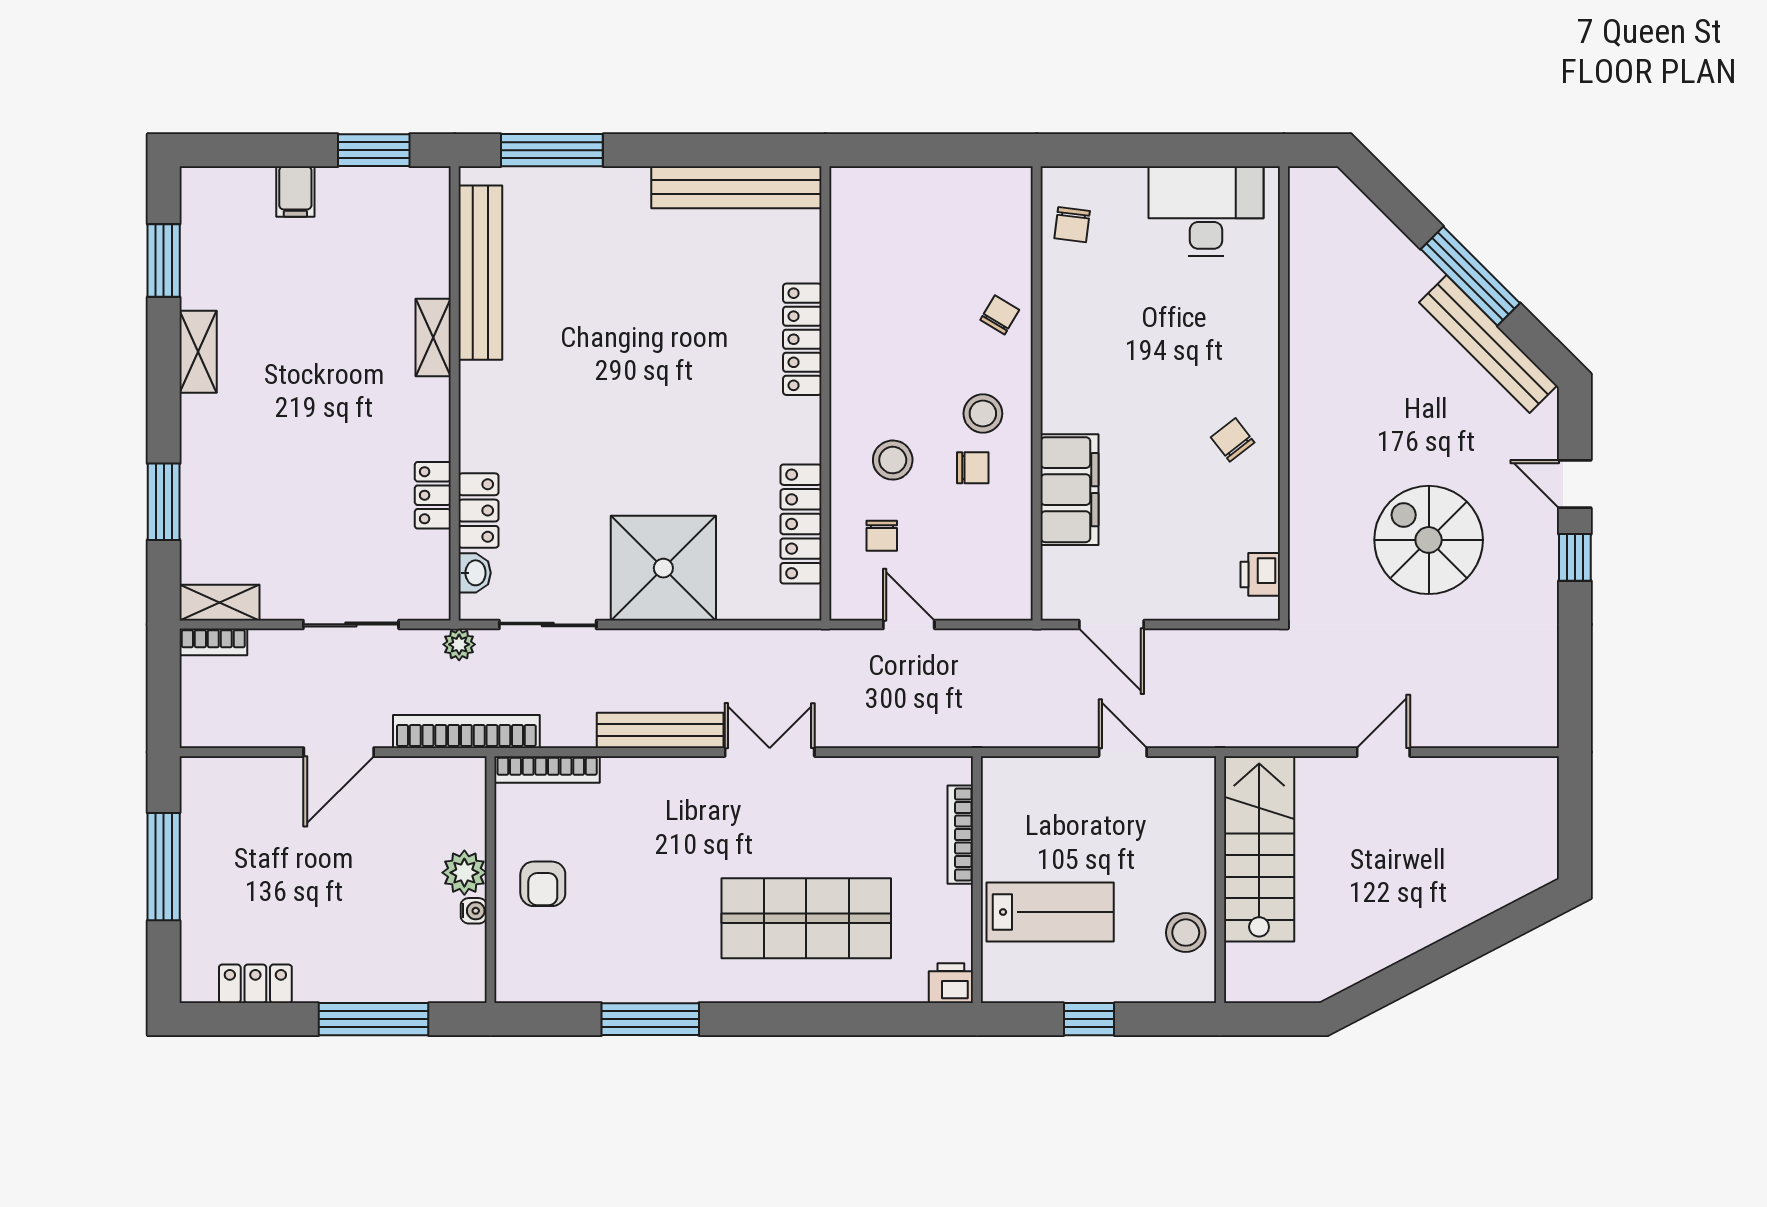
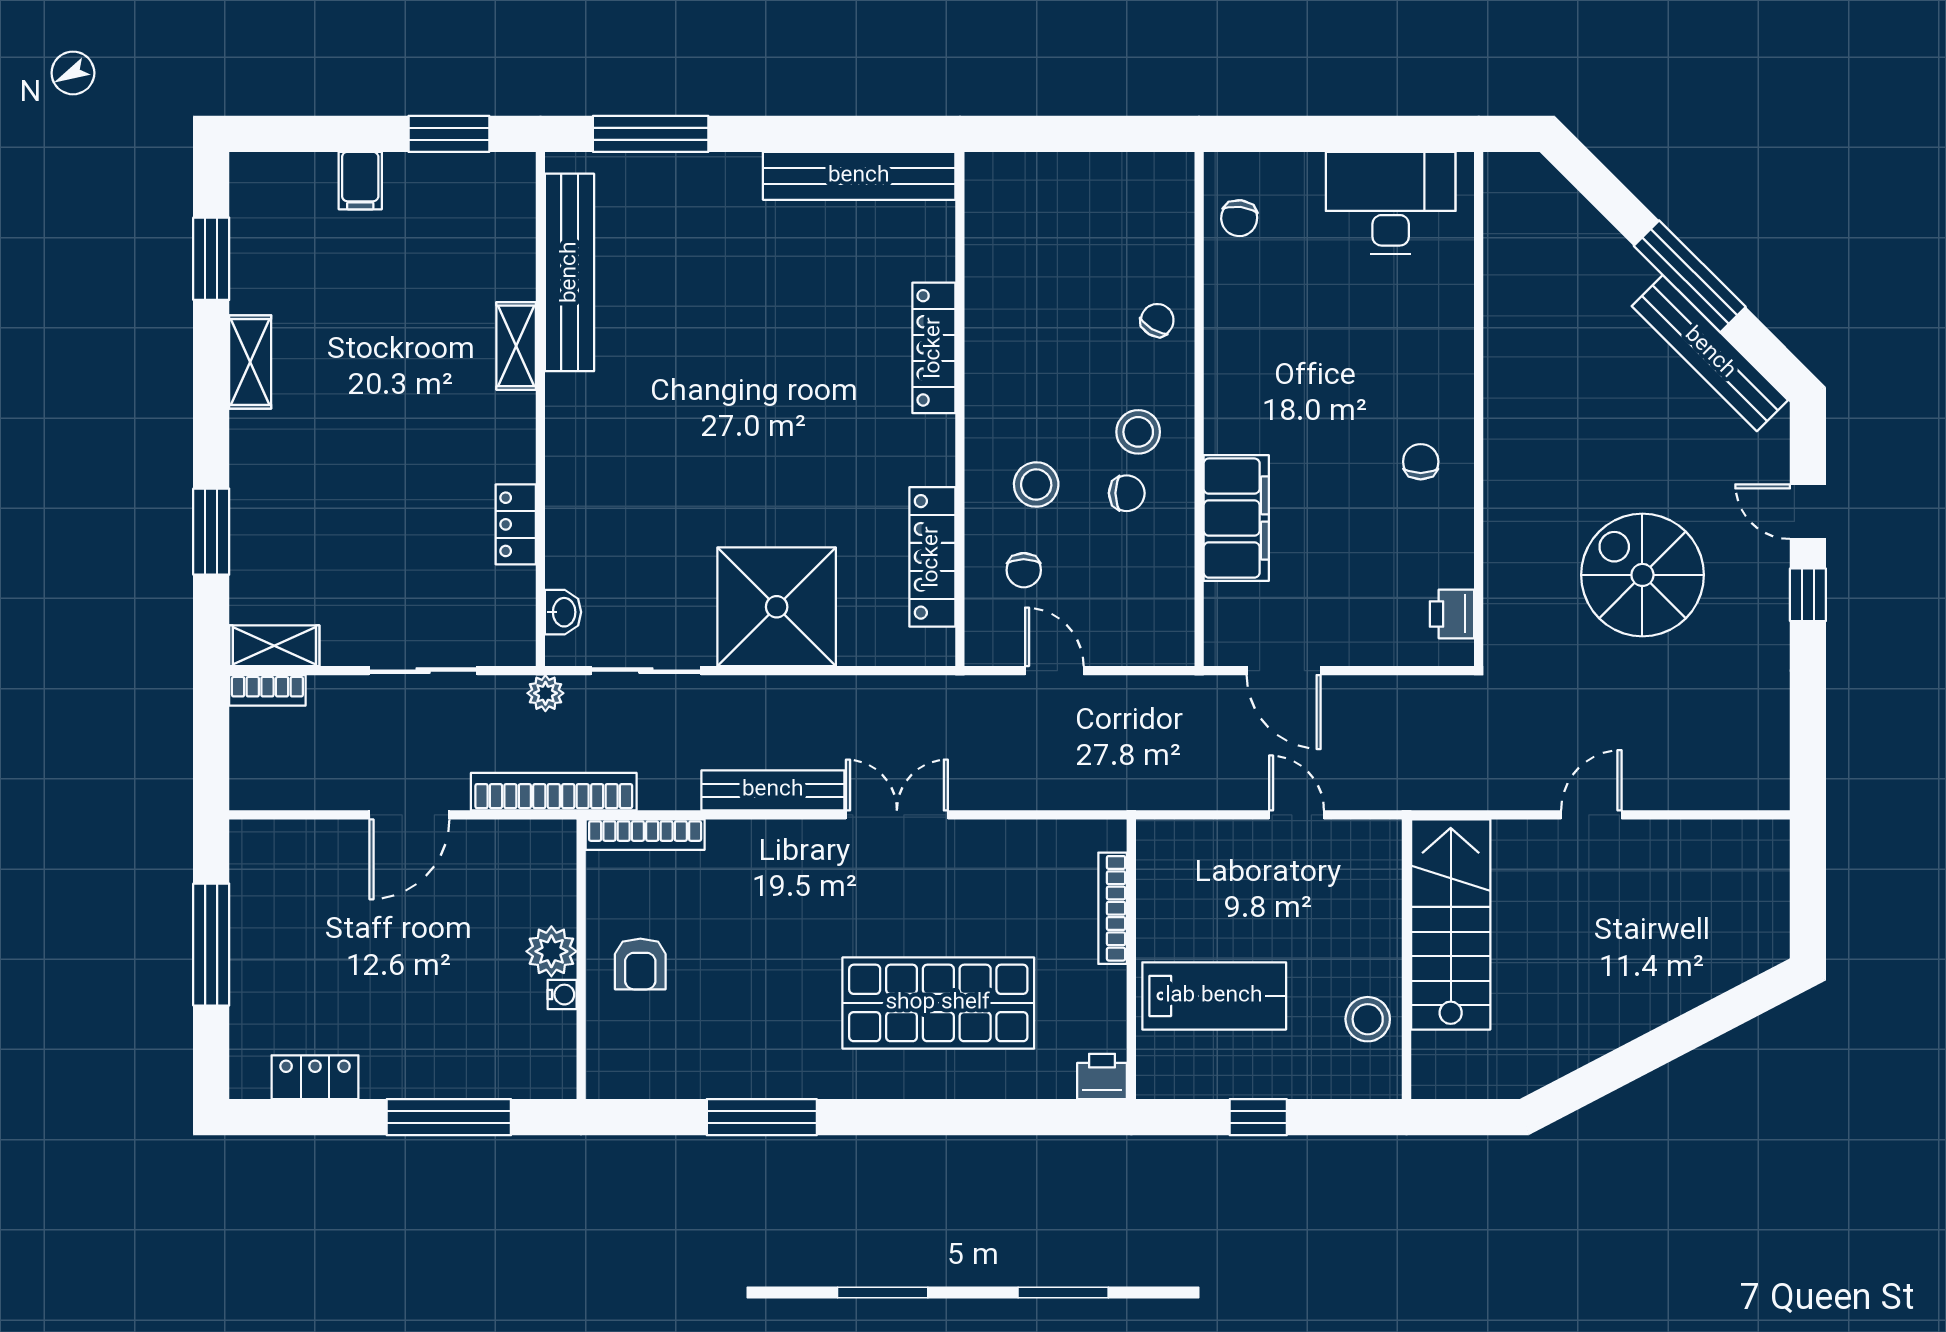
chair: (1233, 440) -> (1421, 462), turned 38
locker: (479, 511) -> (567, 542), removed

